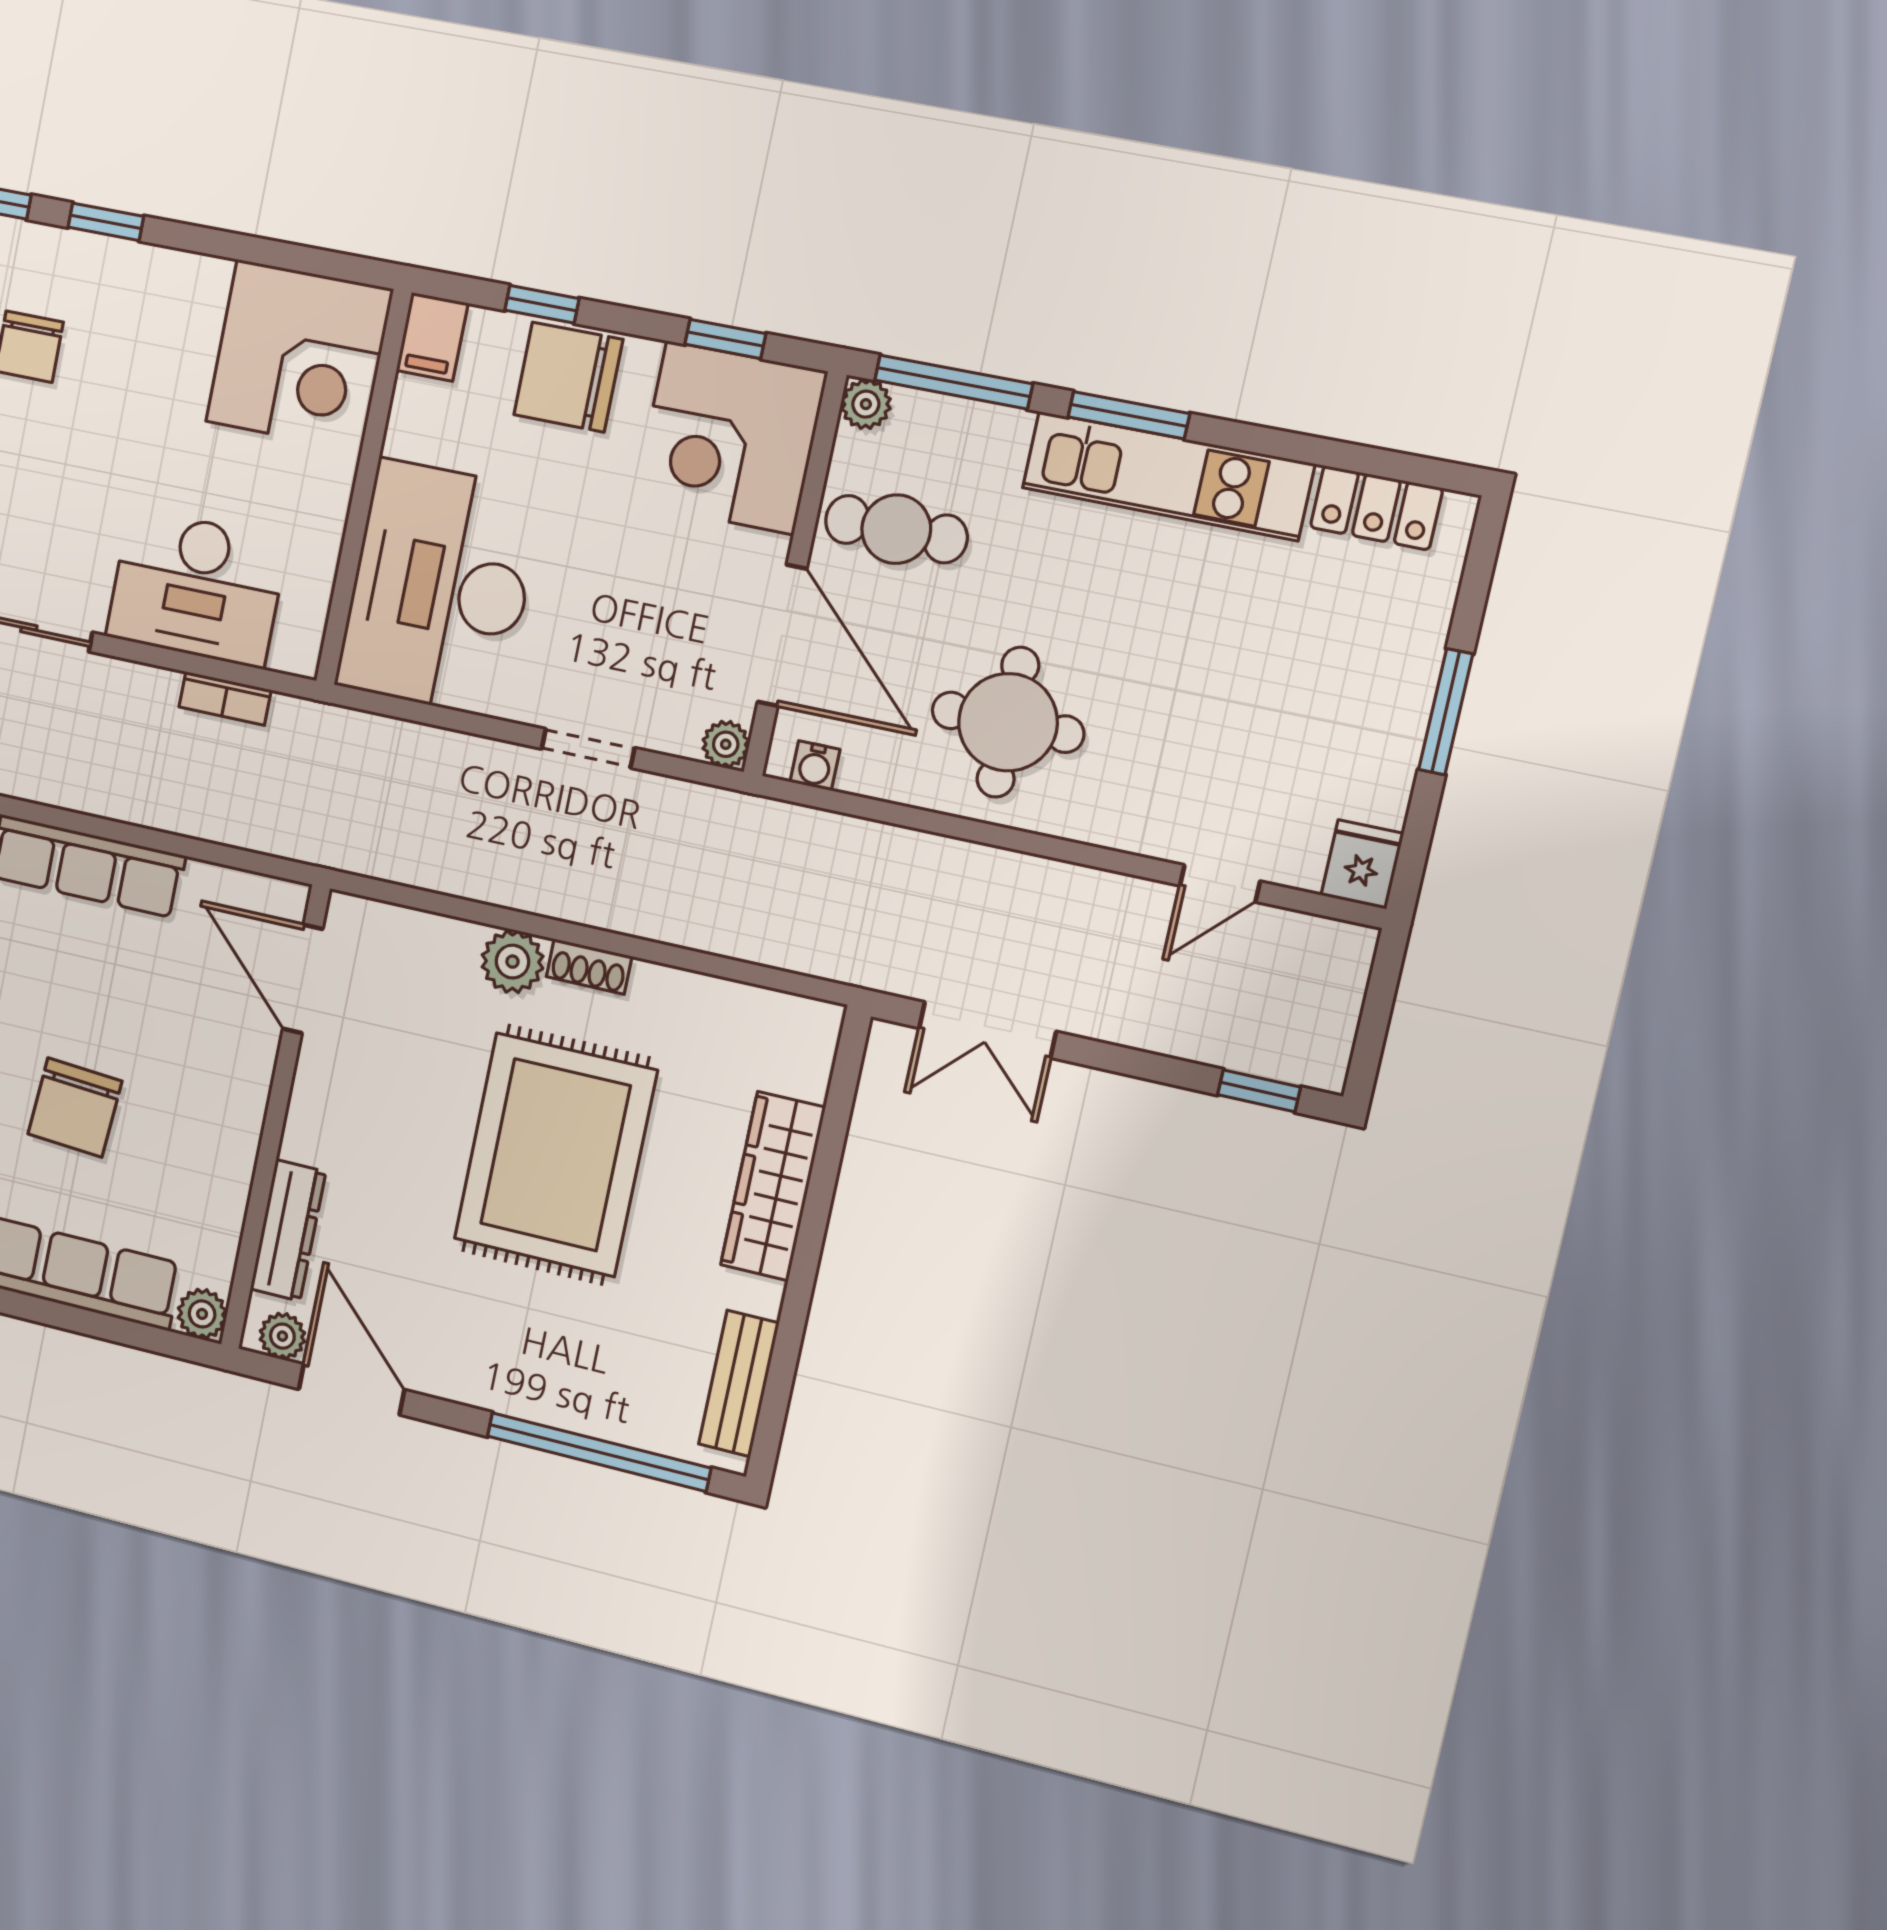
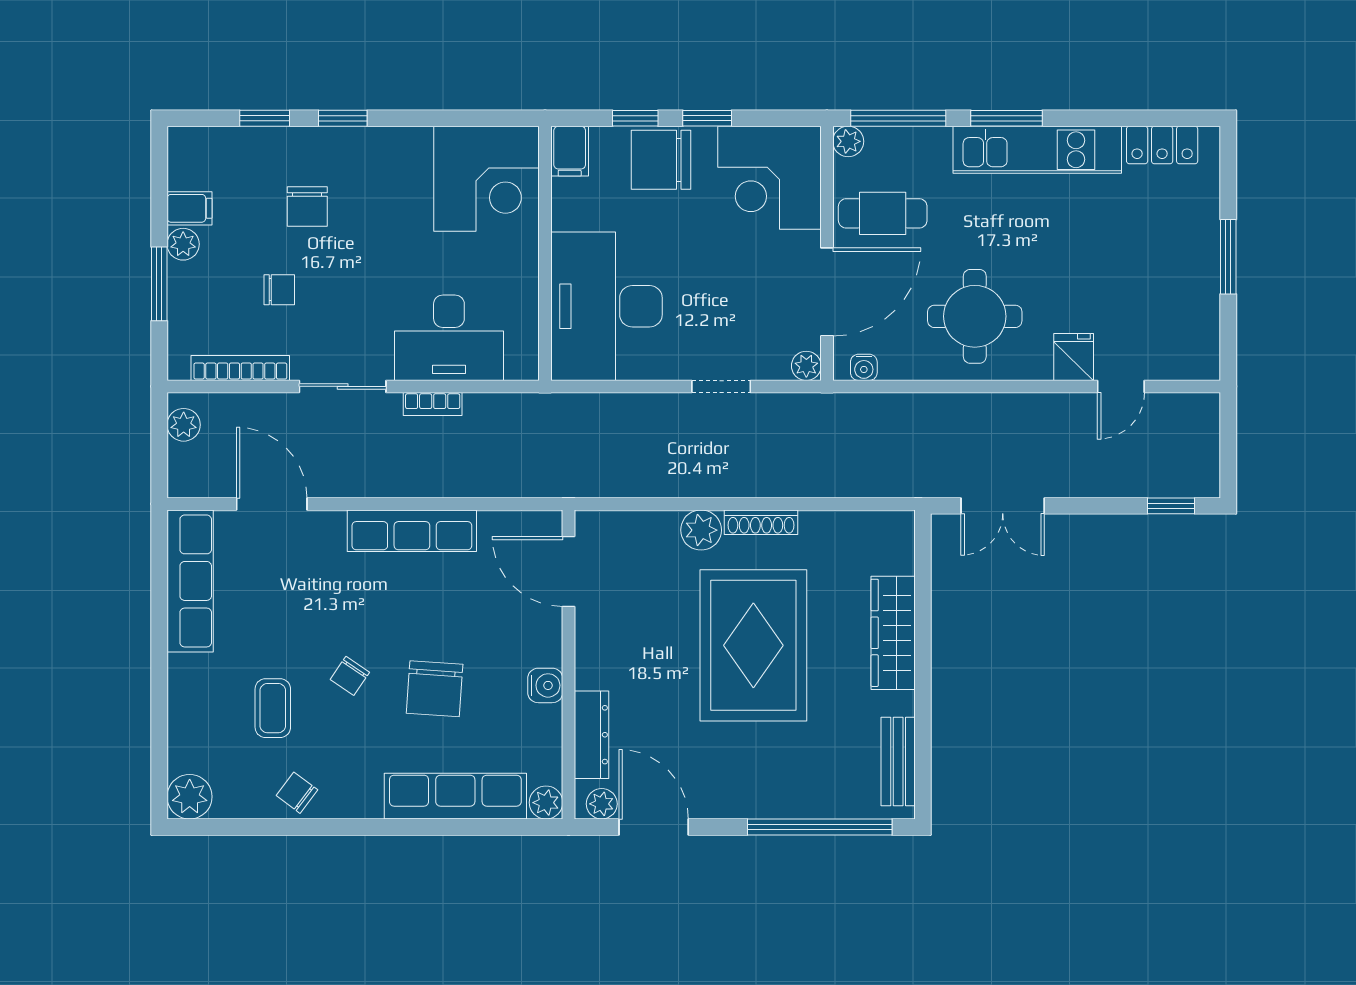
window: (725, 339) -> (707, 118), moved
door: (782, 635) -> (827, 292), hinge flipped
bookcase: (225, 698) -> (433, 404), moved
fridge: (1362, 864) -> (1074, 357), moved
shoe rack: (589, 967) -> (761, 522), width x1.43
water cooler: (235, 1141) -> (545, 685), added

